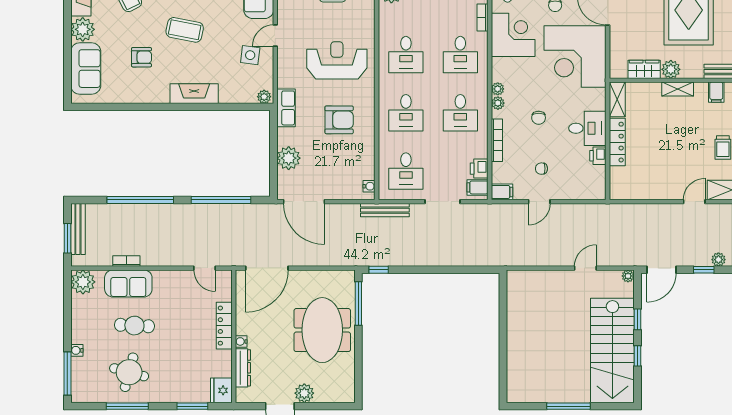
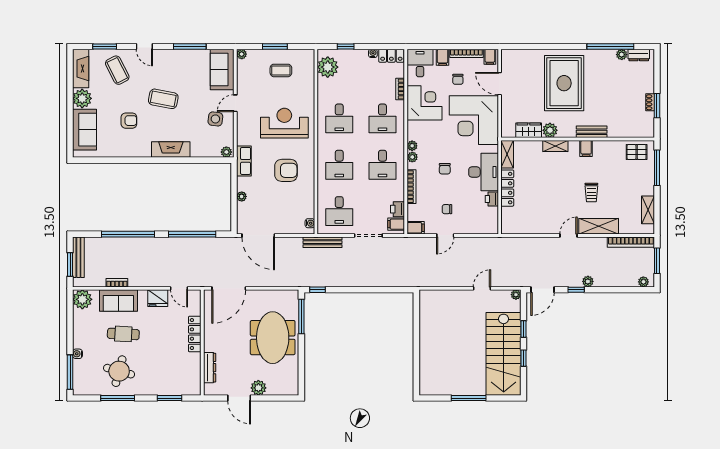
desk: (587, 128) -> (484, 172), width x1.37
plant: (289, 158) -> (242, 196), width x0.53, depth x0.53
water cooler: (241, 341) -> (208, 347), removed
fridge: (221, 390) -> (158, 298), moved, turned -90

